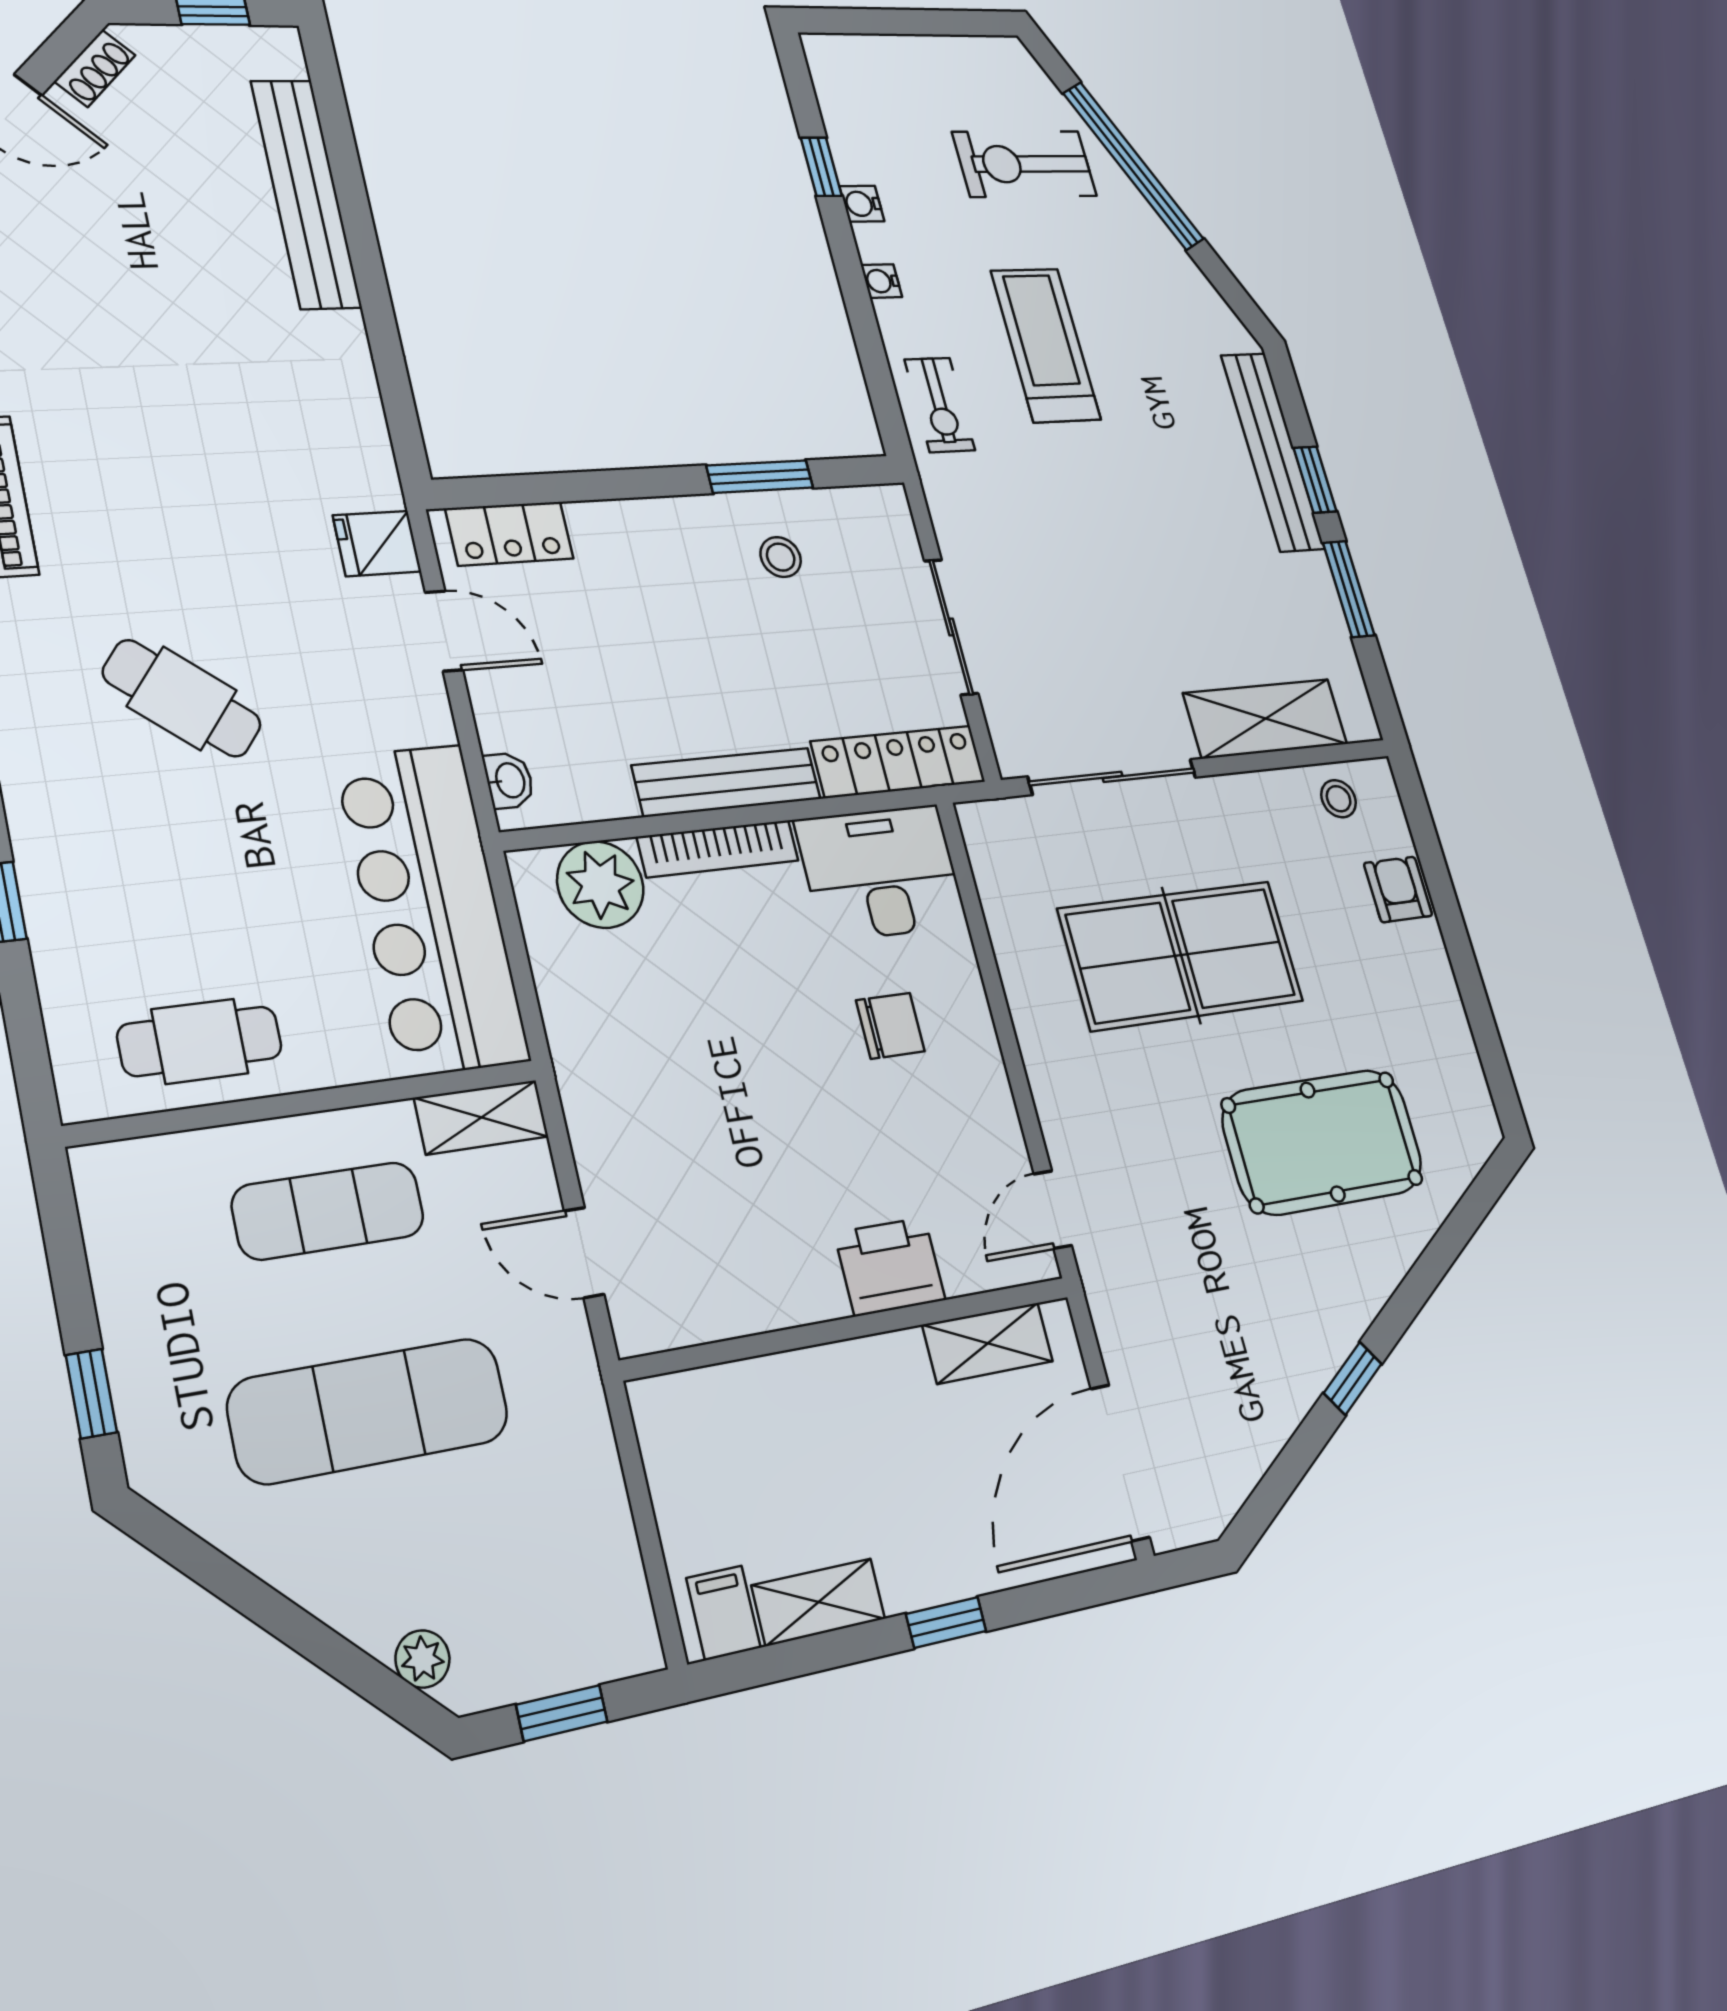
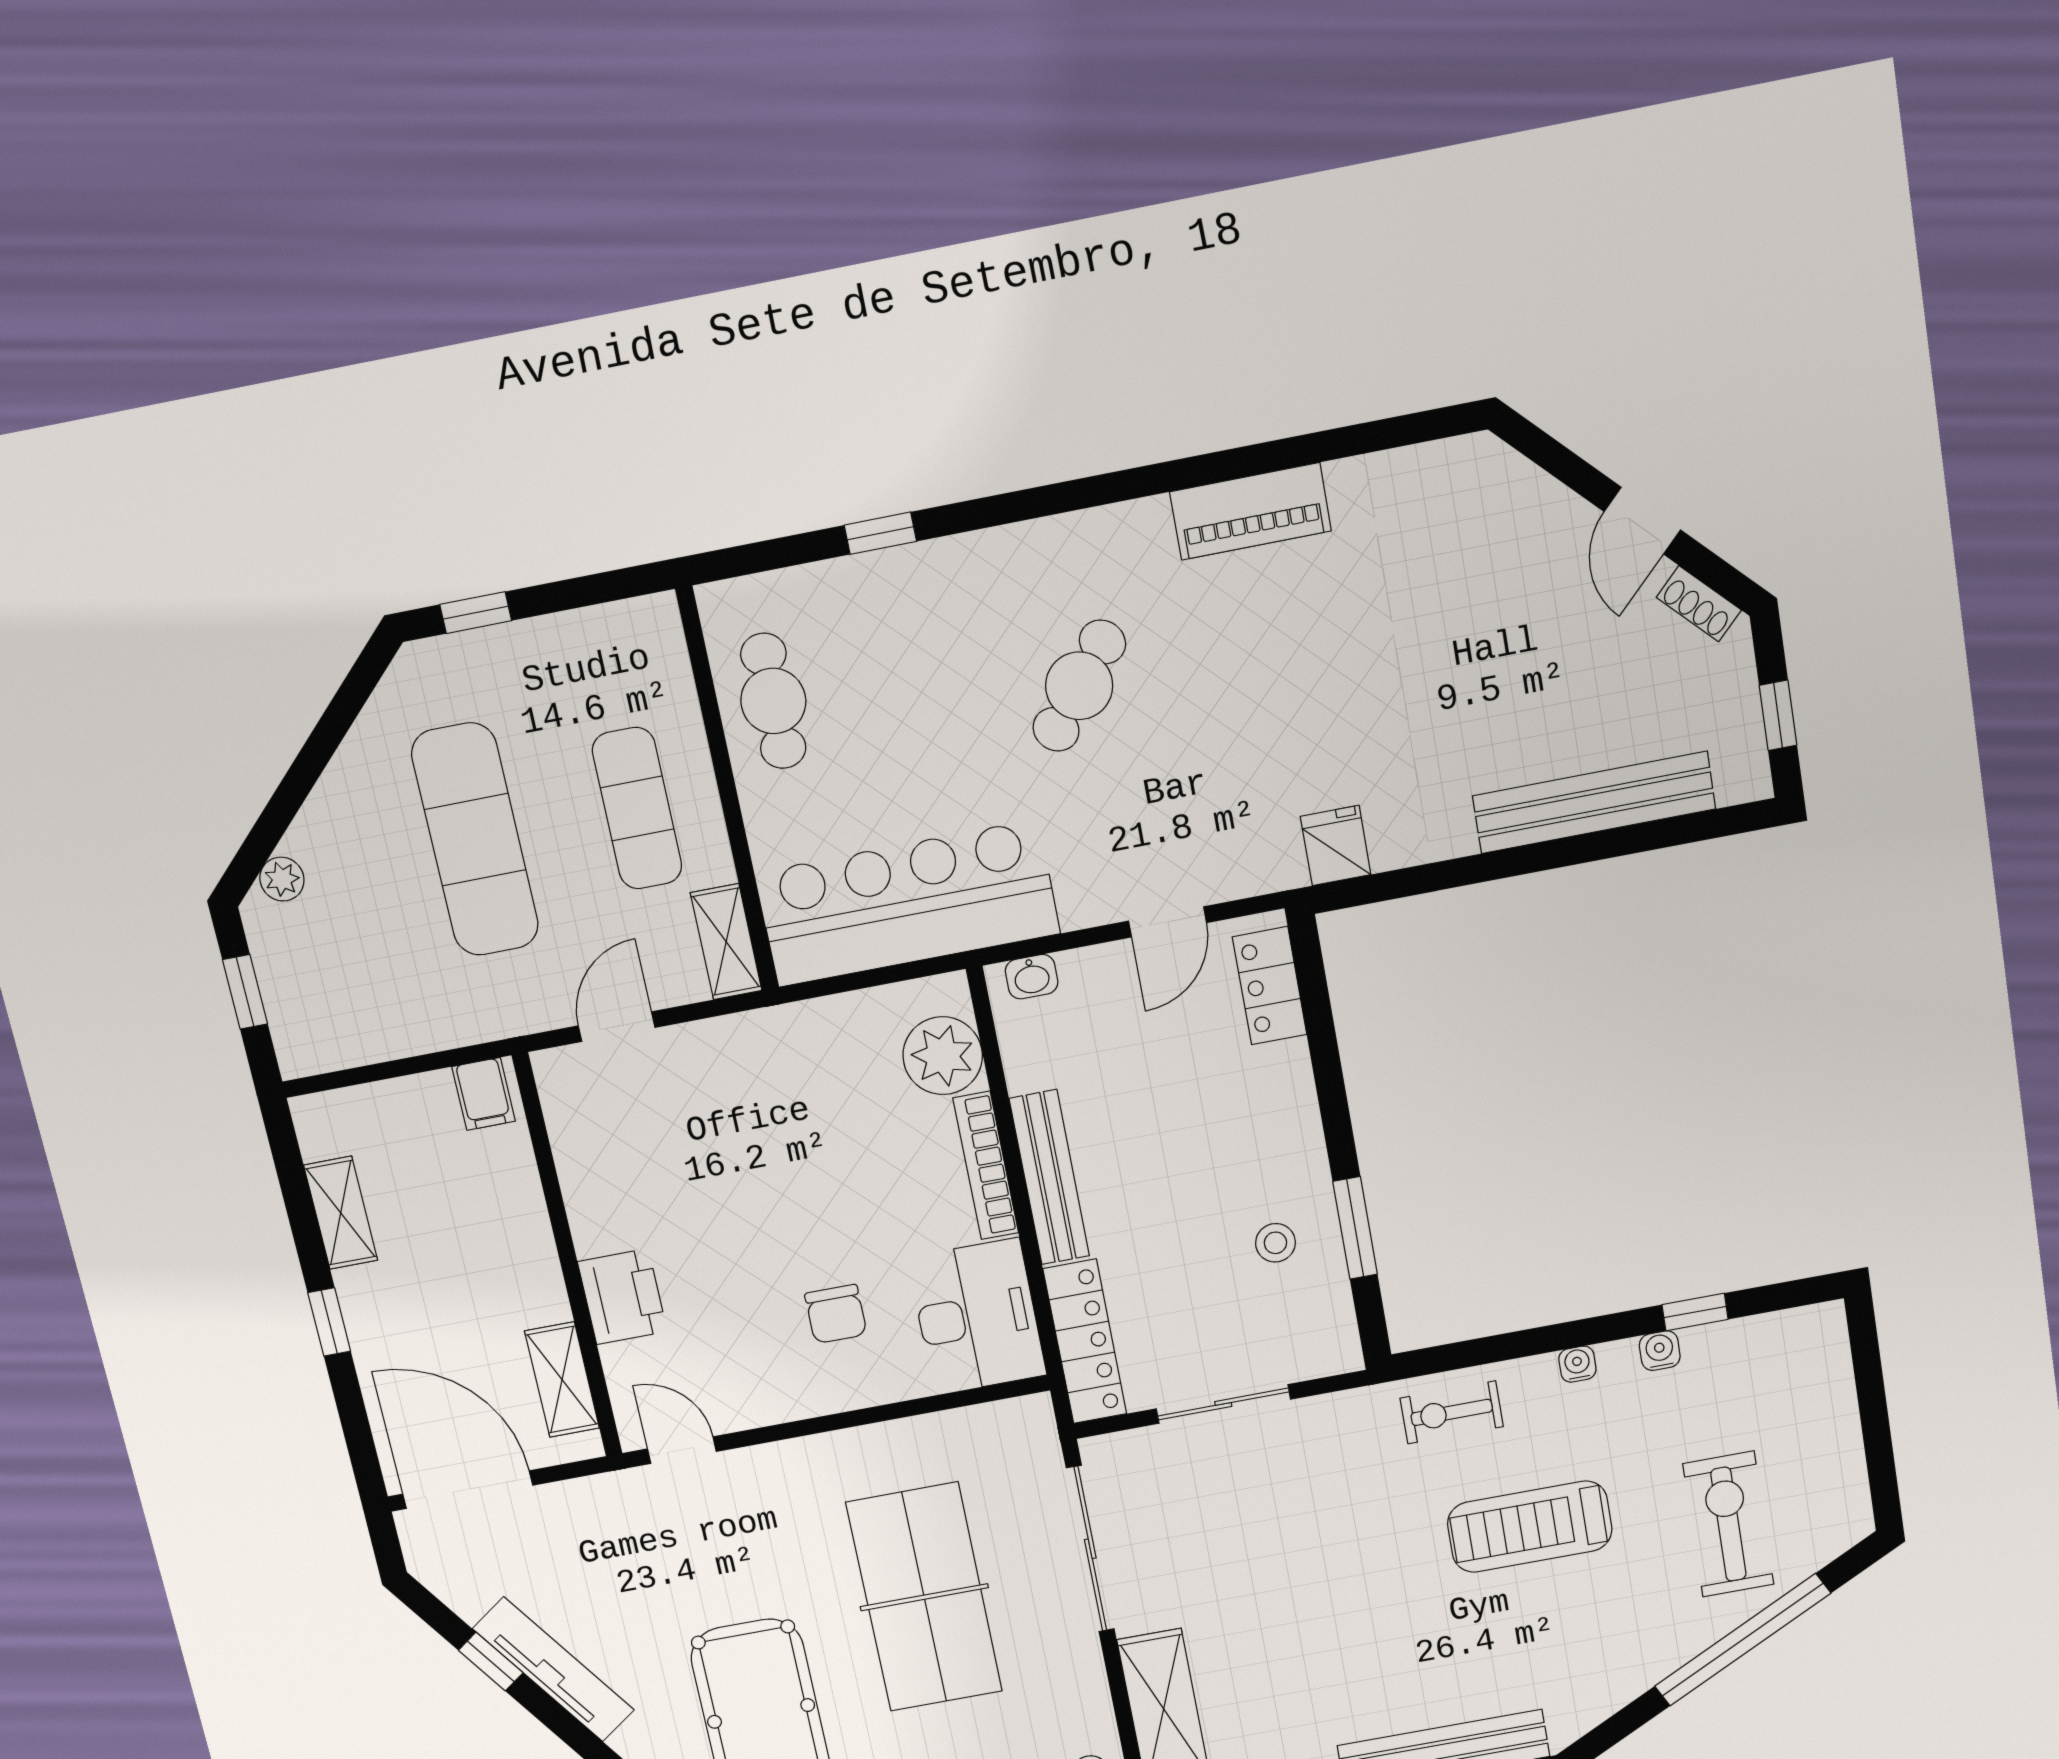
treadmill: (1046, 345) -> (1530, 1527), turned 180
fridge: (377, 543) -> (1336, 846), moved
tv unit: (1305, 1373) -> (554, 1669), added
window: (1353, 1378) -> (491, 1662), moved
filing cabinet: (723, 1613) -> (484, 1094), moved, turned 90

